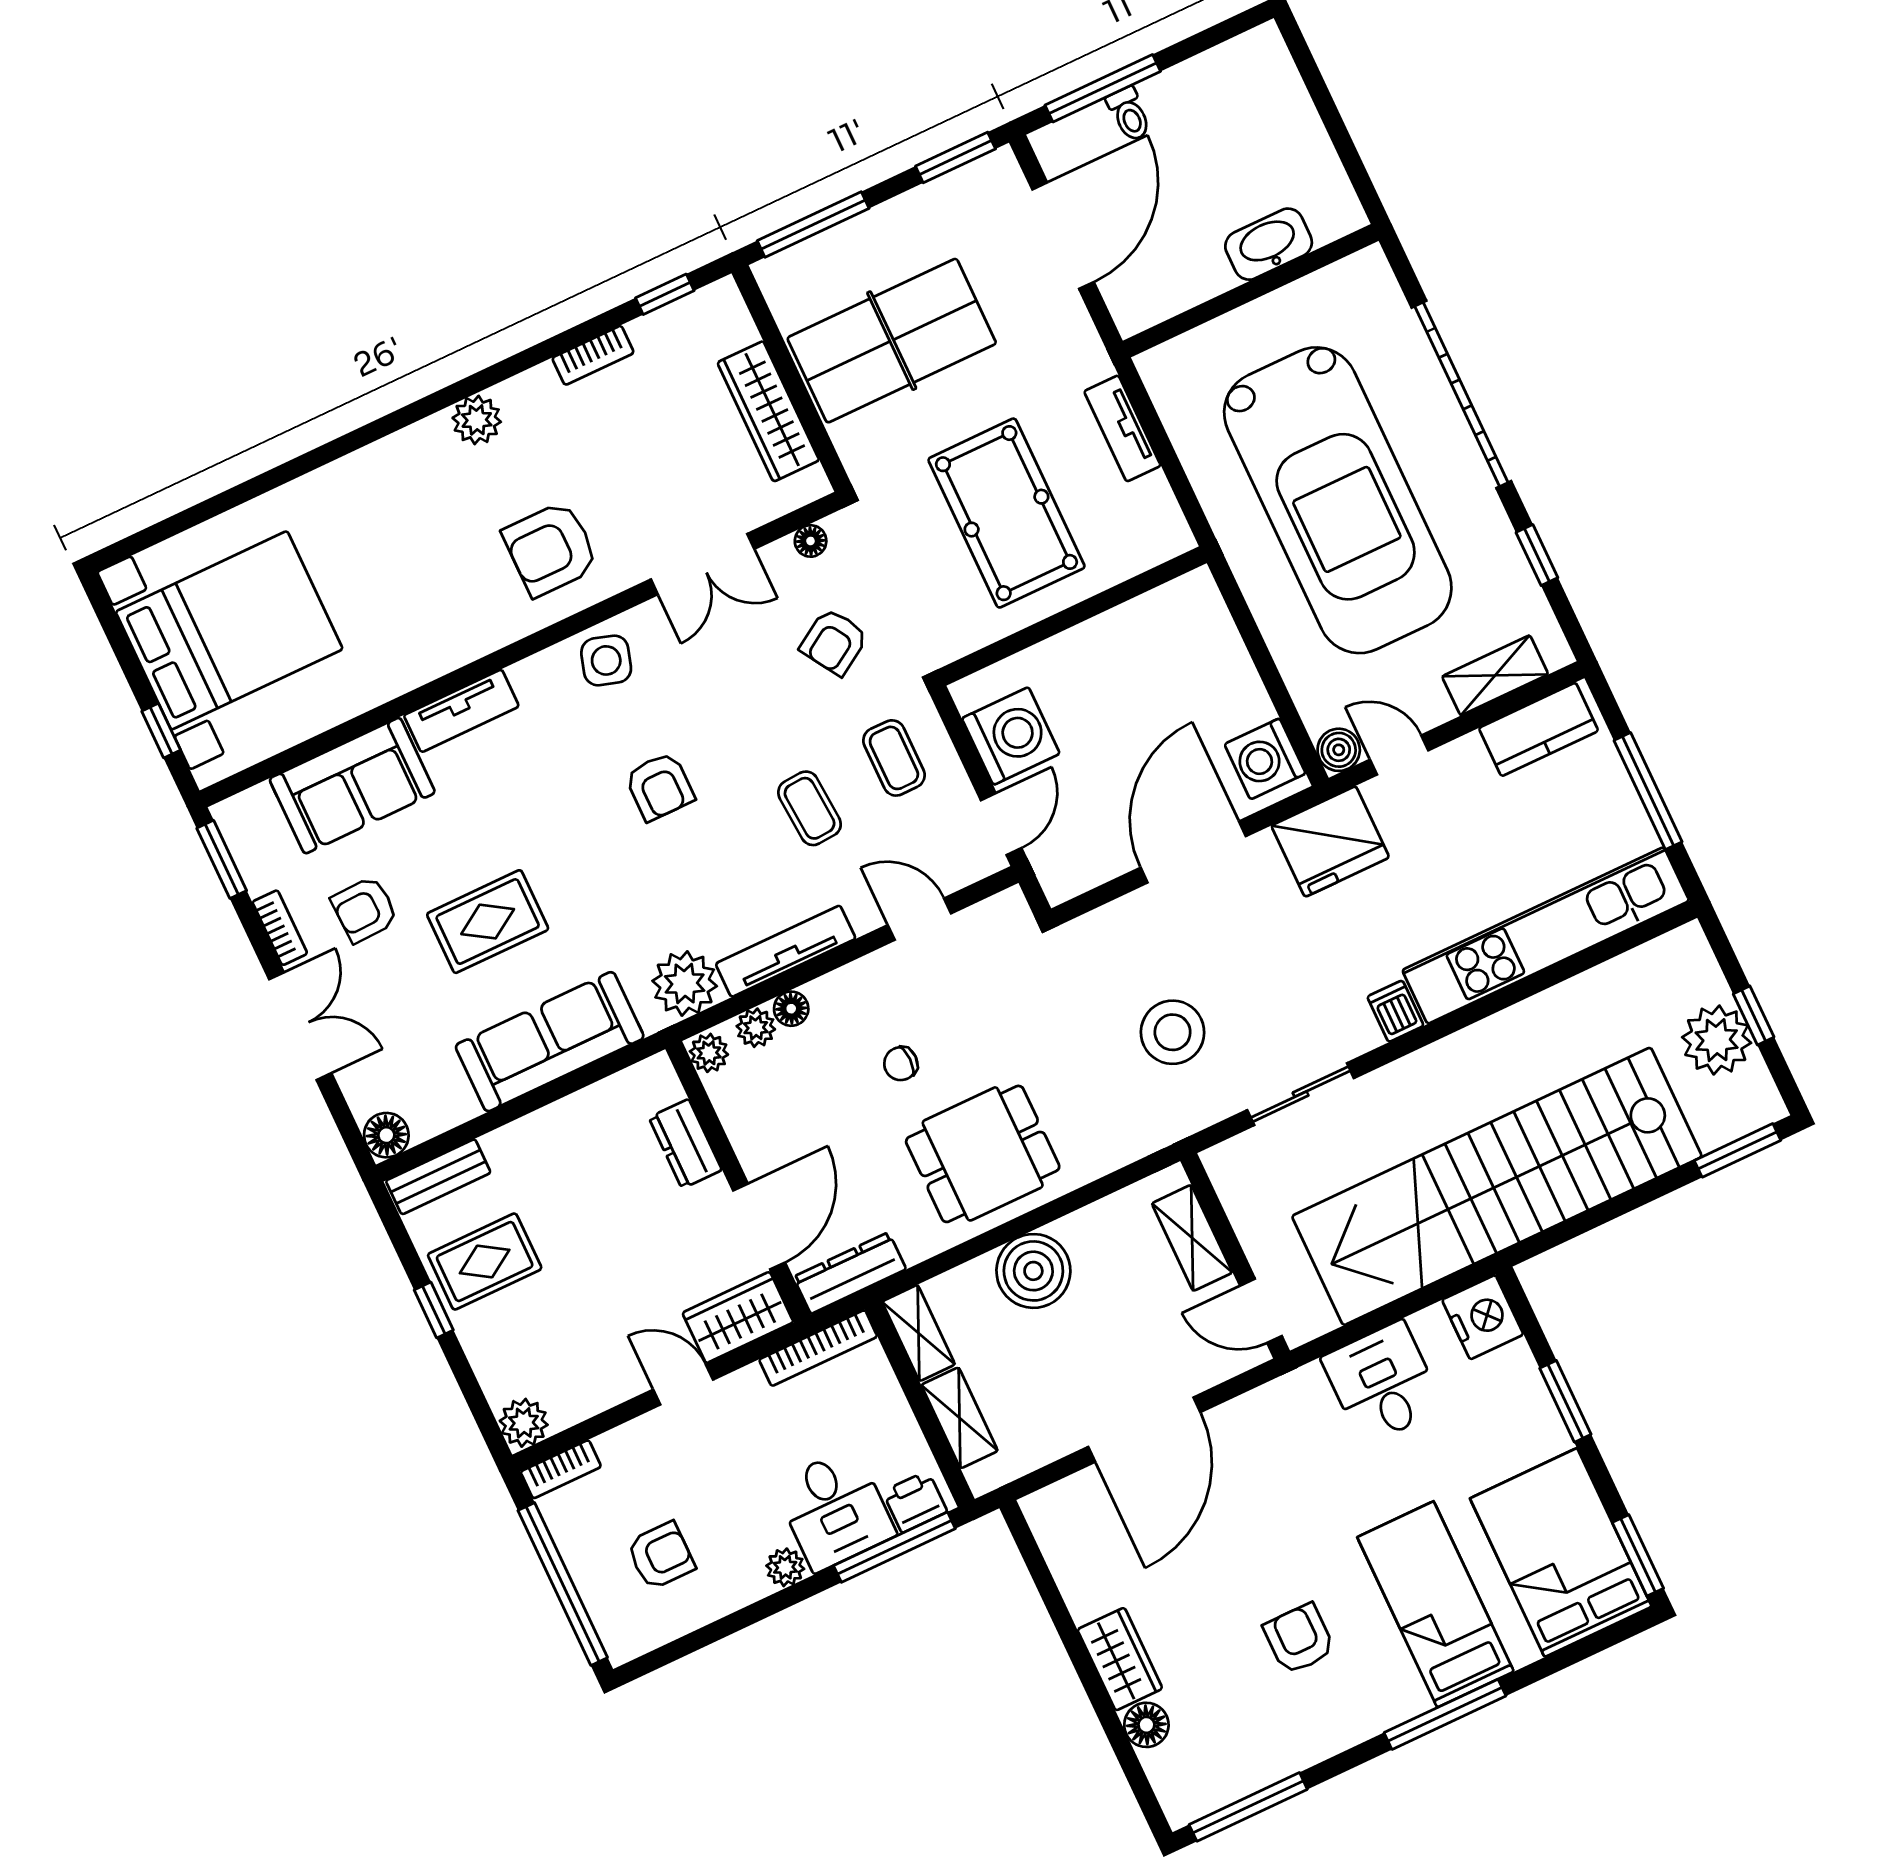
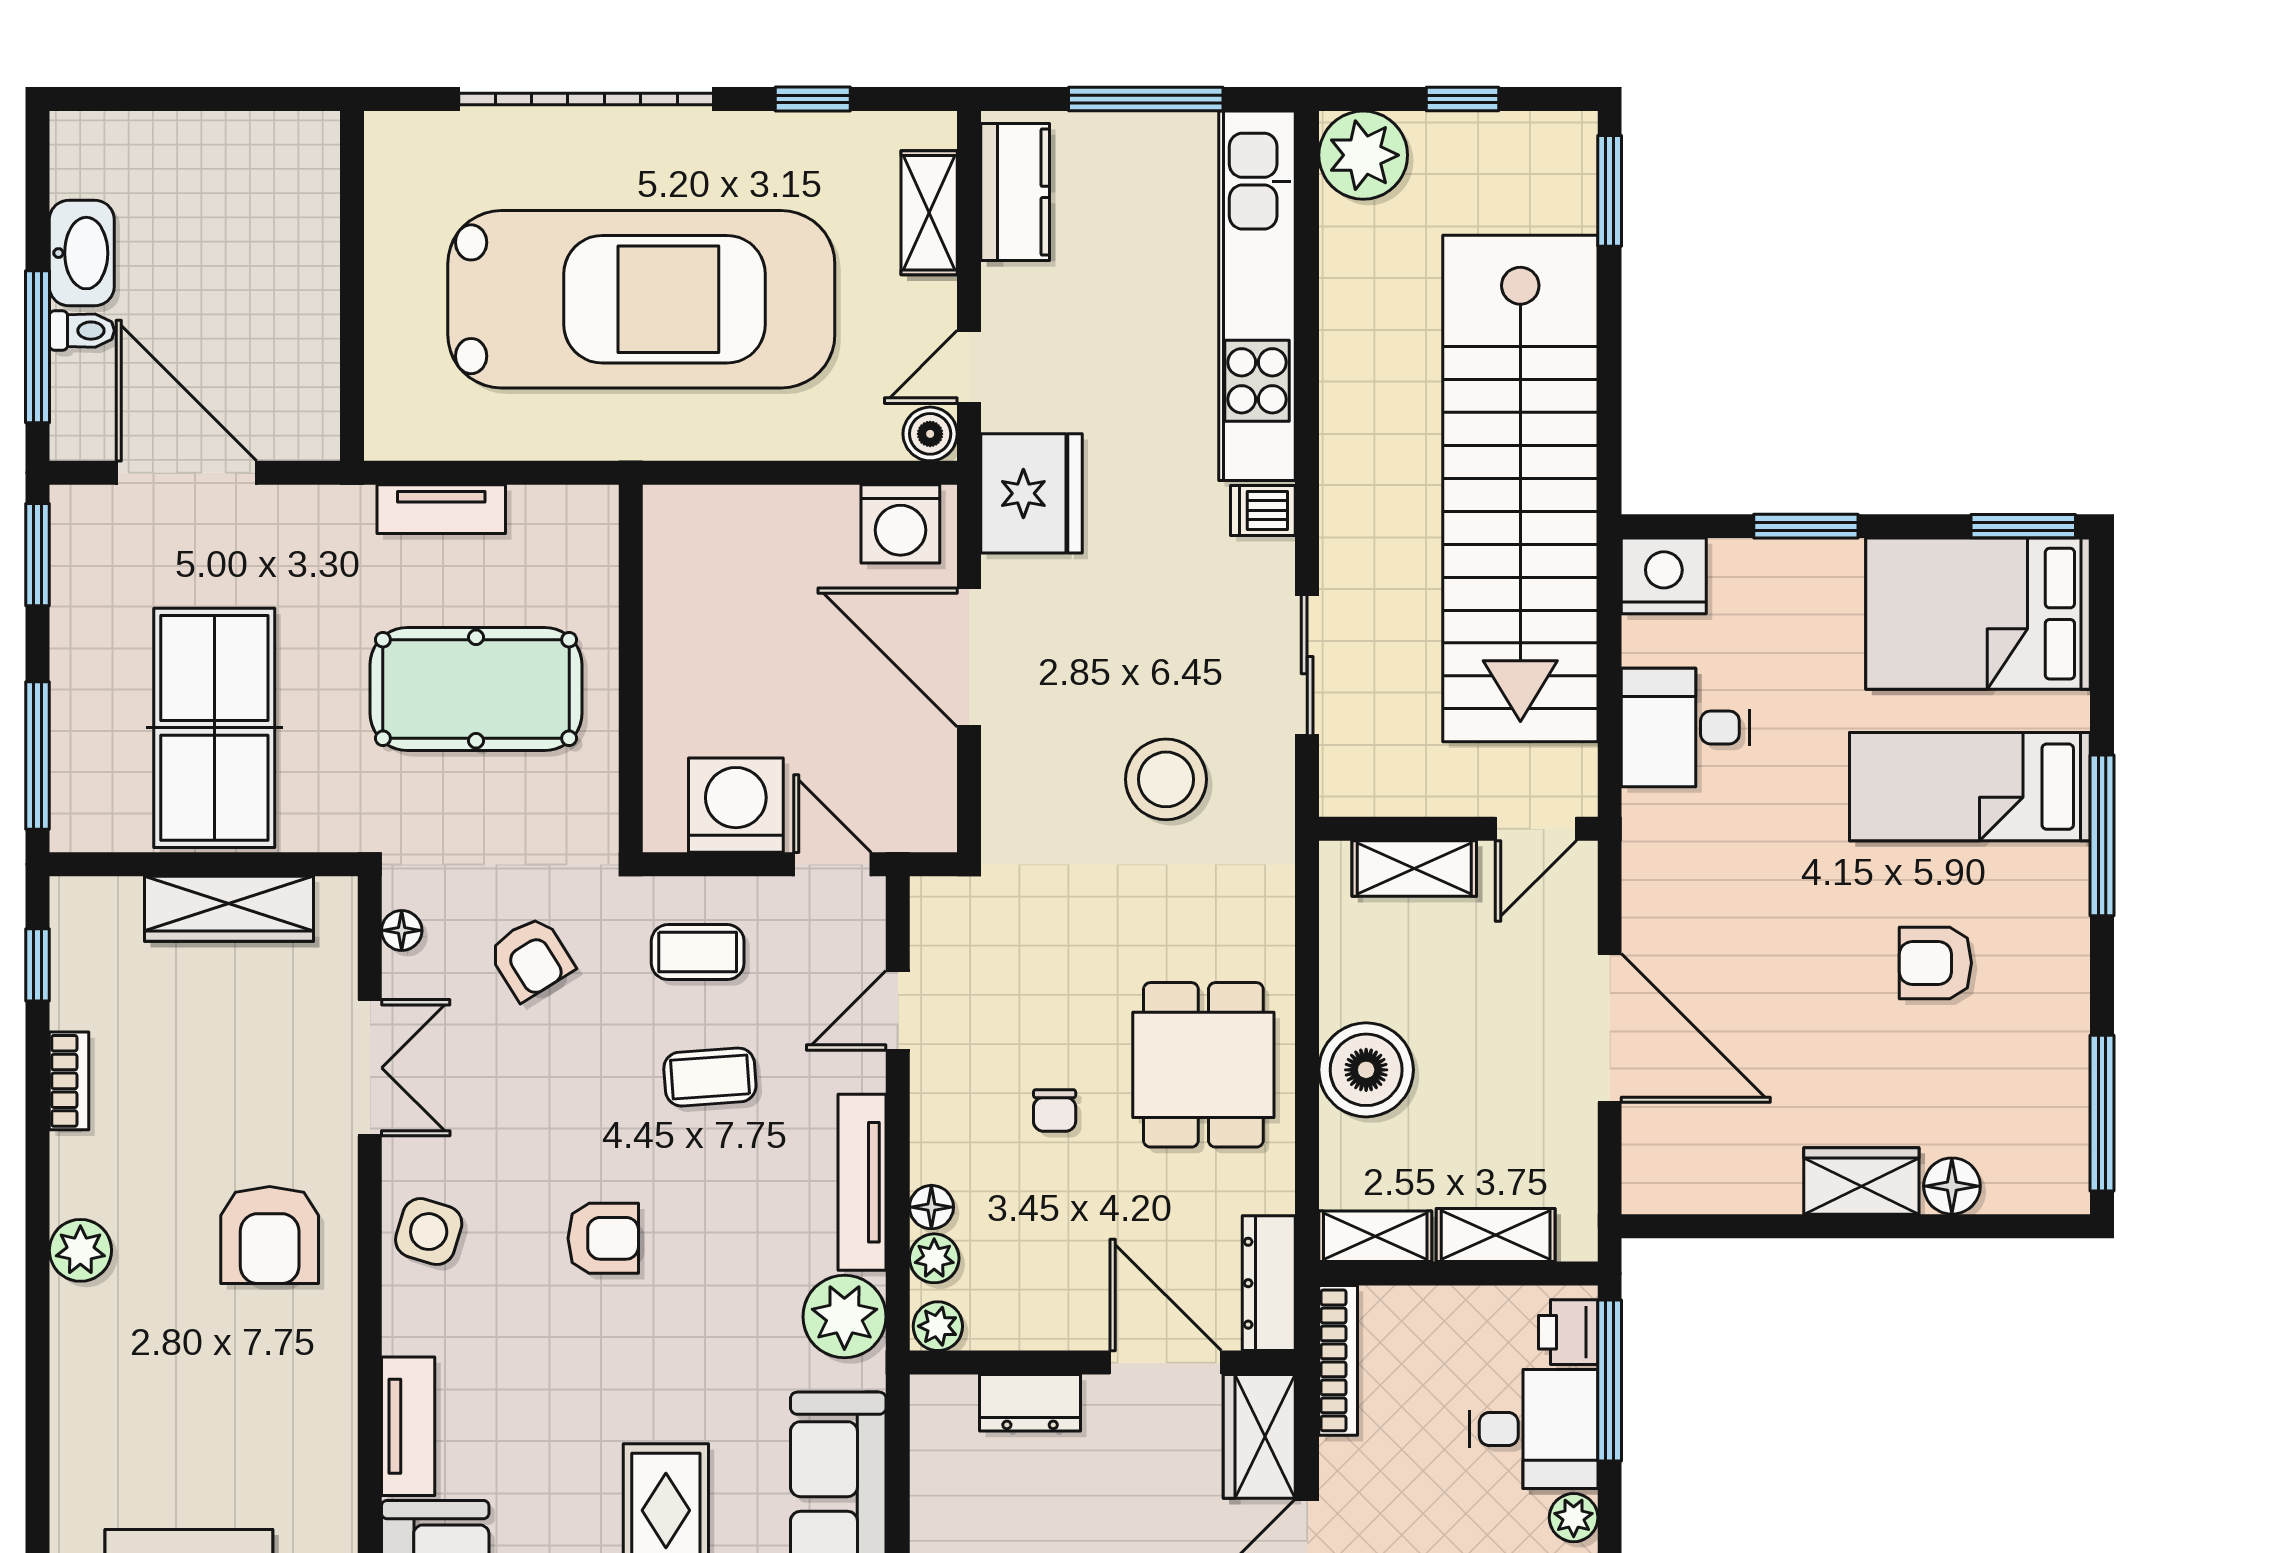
washbasin: (1269, 244) -> (82, 253), moved, turned 180
plant: (1717, 1040) -> (1363, 155), moved

